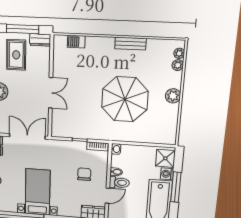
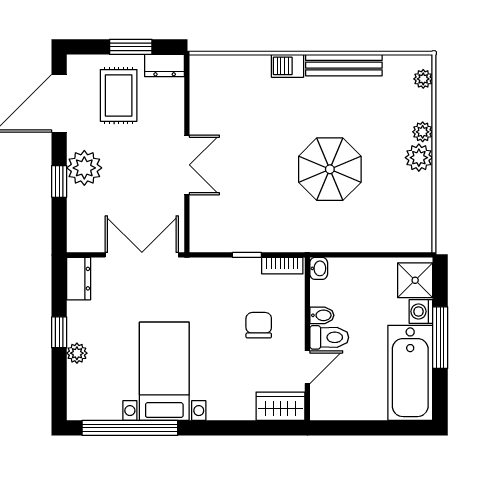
window: (23, 29) -> (131, 47), width x0.69
barbecue: (76, 42) -> (287, 66), moved
bench: (130, 44) -> (344, 65), width x1.36
plant: (178, 65) -> (423, 132), moved
parasol: (125, 99) -> (330, 169), width x0.73, depth x0.73

